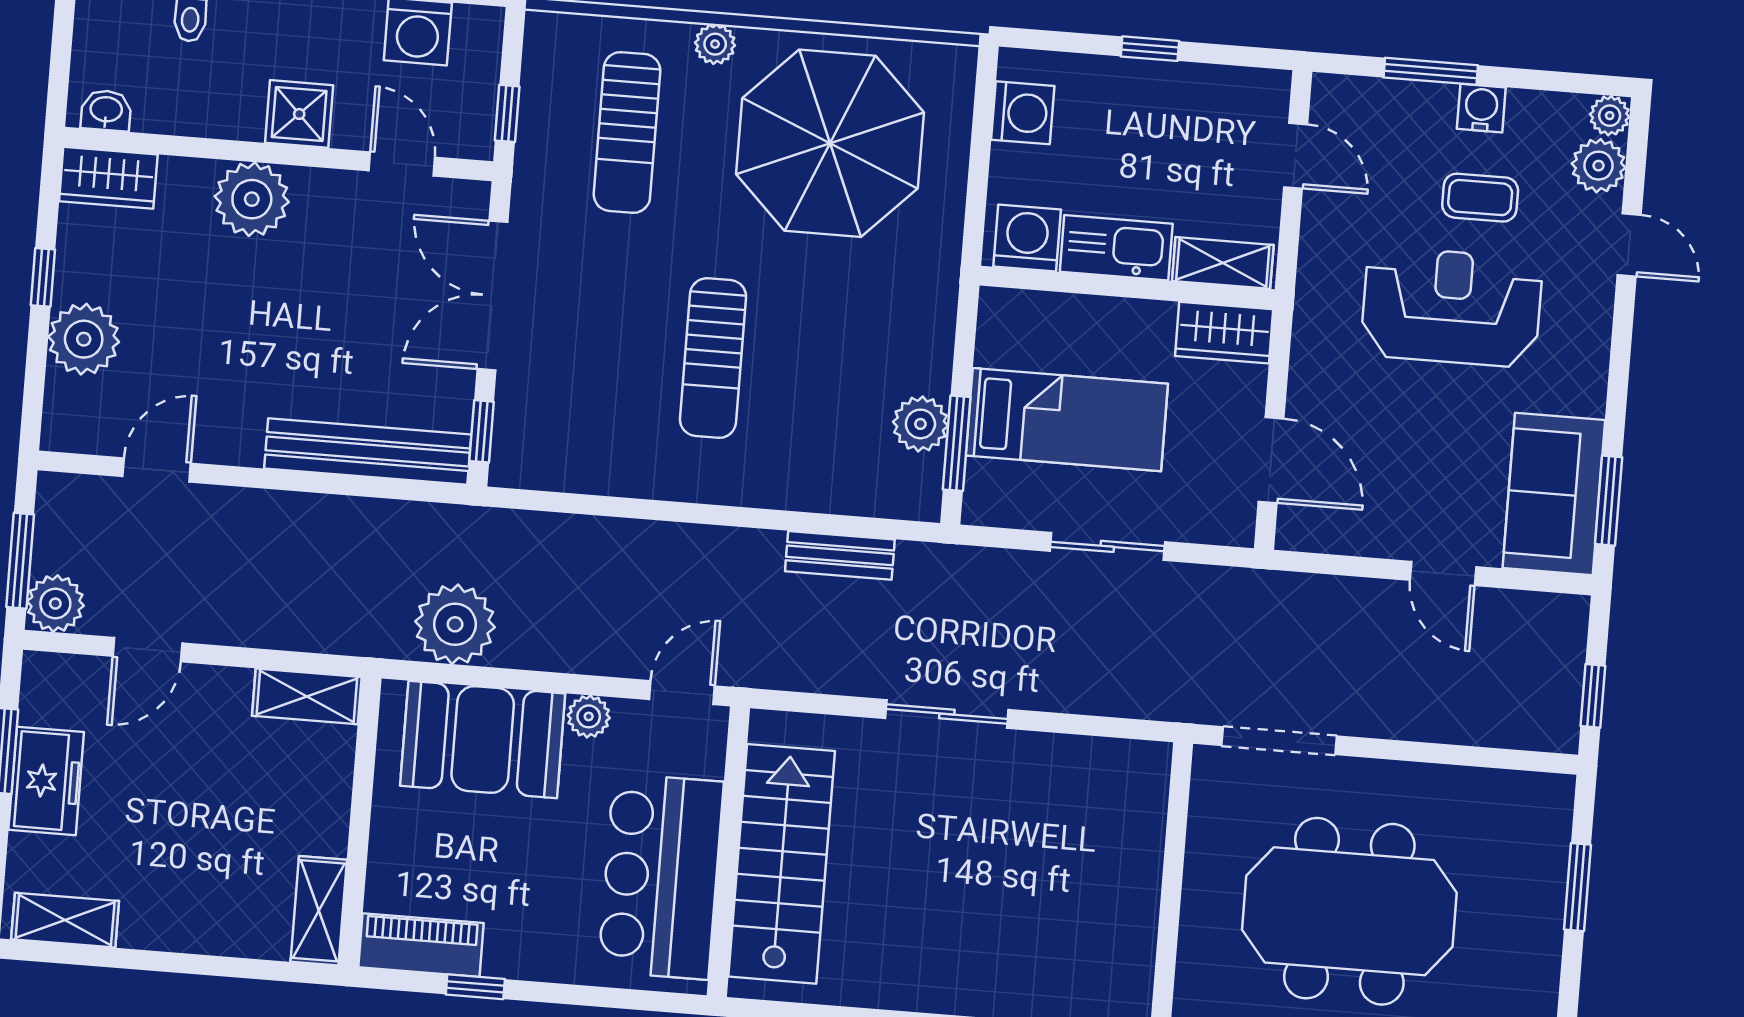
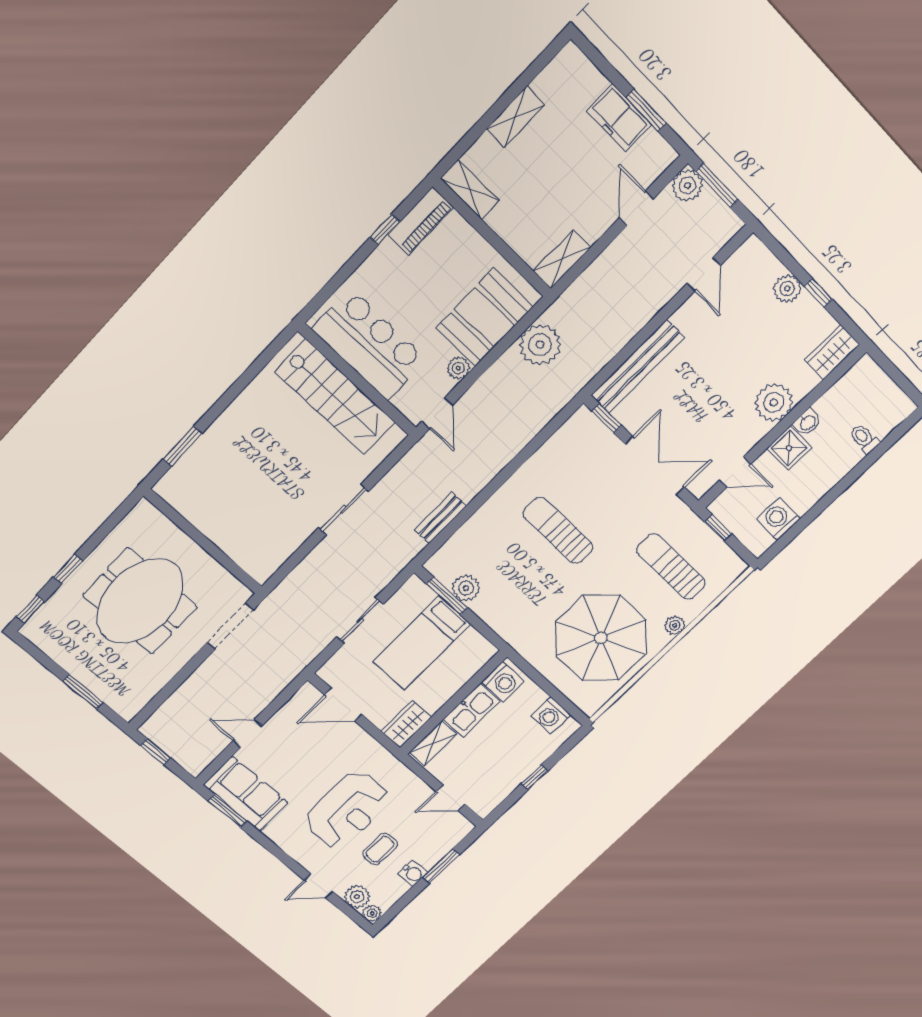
washbasin: (106, 110) -> (807, 422), moved
plant: (84, 339) -> (787, 289), width x0.73, depth x0.73
shelving: (65, 920) -> (515, 117), moved

